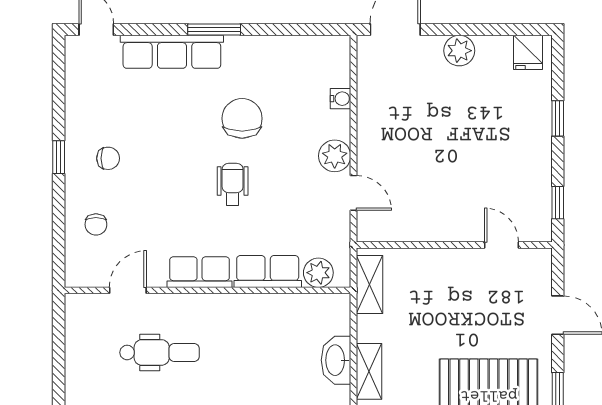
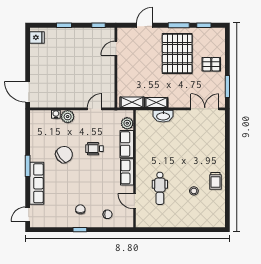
plant: (459, 51) -> (36, 66), removed
chair: (242, 118) -> (64, 155), turned 142
plant: (335, 156) -> (68, 117), moved
wheelchair: (233, 184) -> (94, 149), moved
dental chair: (160, 352) -> (160, 188), turned 180
shelving: (369, 371) -> (156, 103), moved

